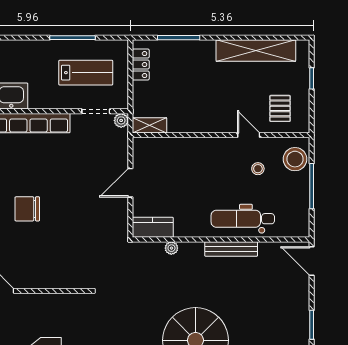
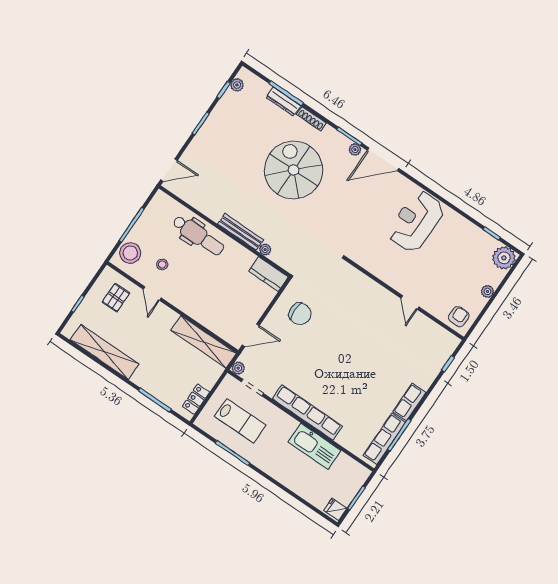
lab bench: (86, 73) -> (240, 421), turned 180
shelving: (150, 125) -> (204, 342), width x2.20, depth x1.33
door: (130, 183) -> (251, 335), moved
chair: (27, 209) -> (300, 314), moved
bench: (231, 249) -> (240, 232), moved
door: (312, 261) -> (169, 170), hinge flipped

